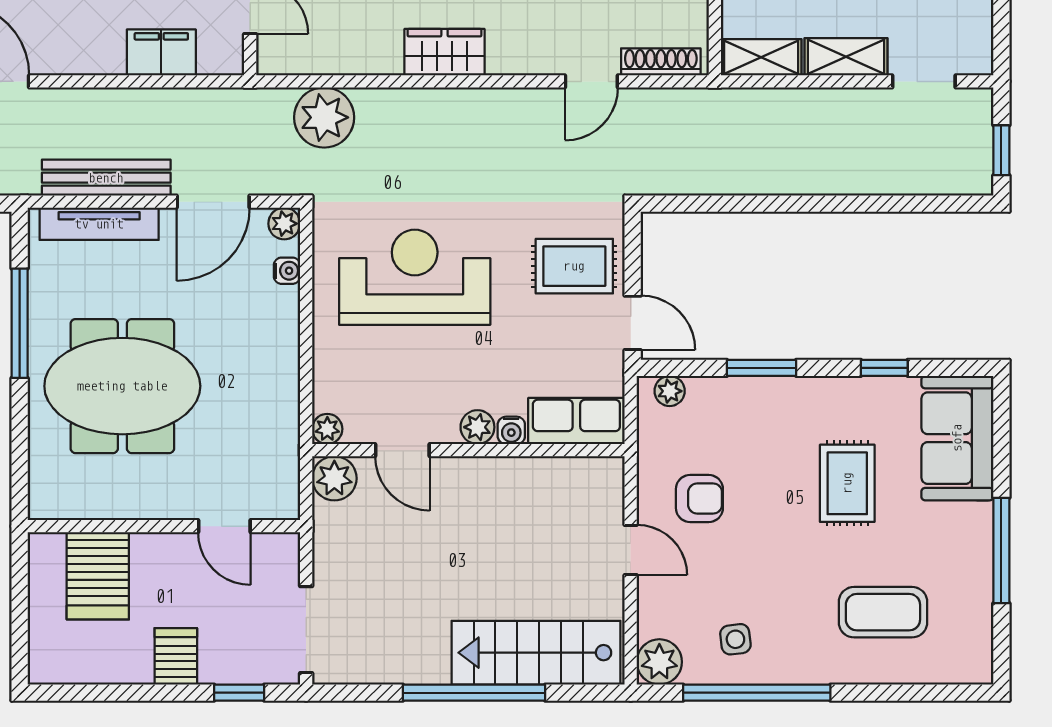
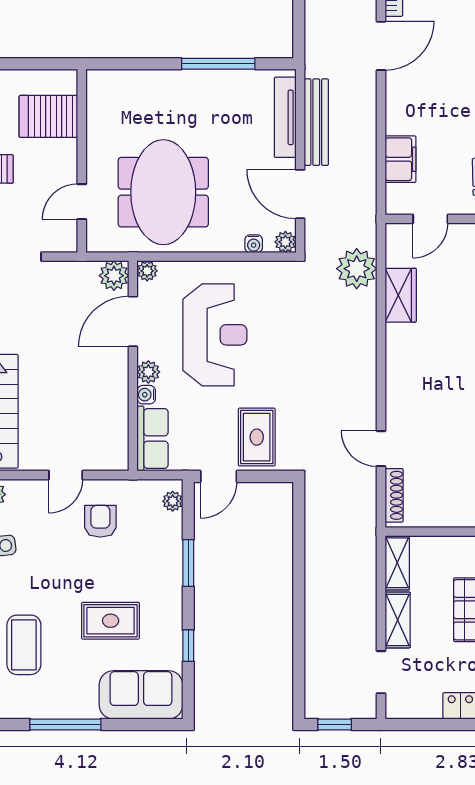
wardrobe: (444, 52) -> (401, 295), moved
reception desk: (415, 277) -> (215, 335), moved
meeting table: (122, 386) -> (163, 192), moved
door: (402, 450) -> (133, 321), width x1.38
armchair: (699, 499) -> (100, 521), turned 180

